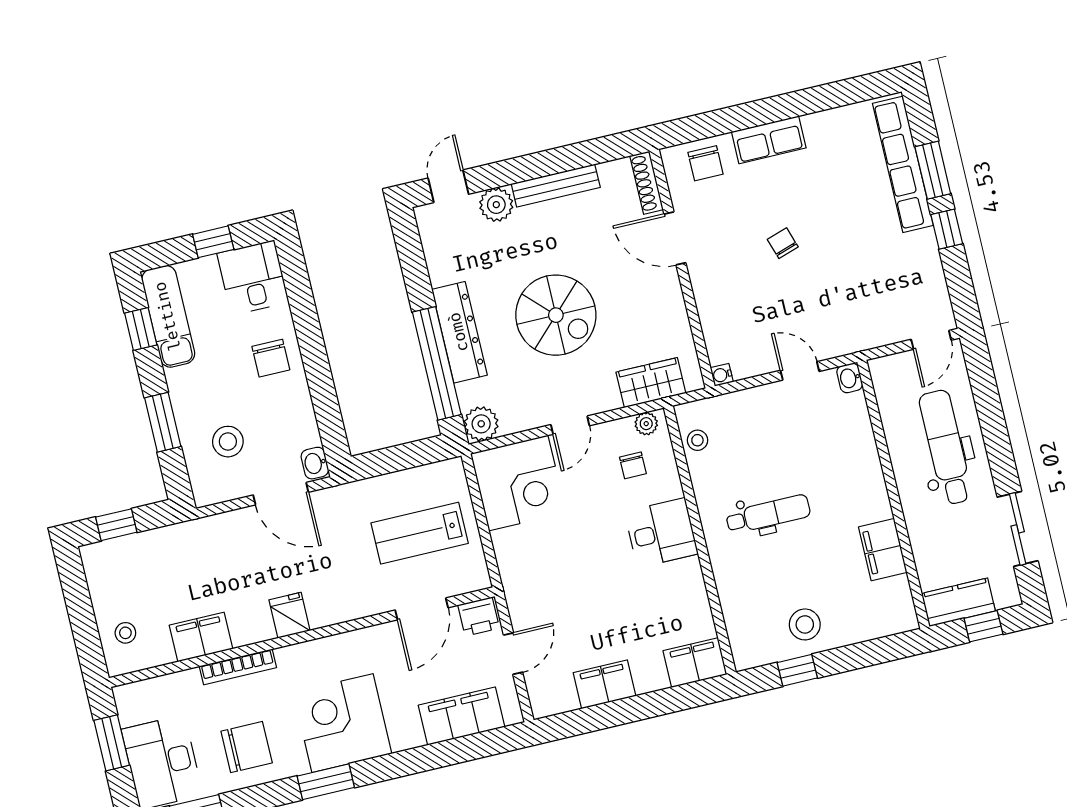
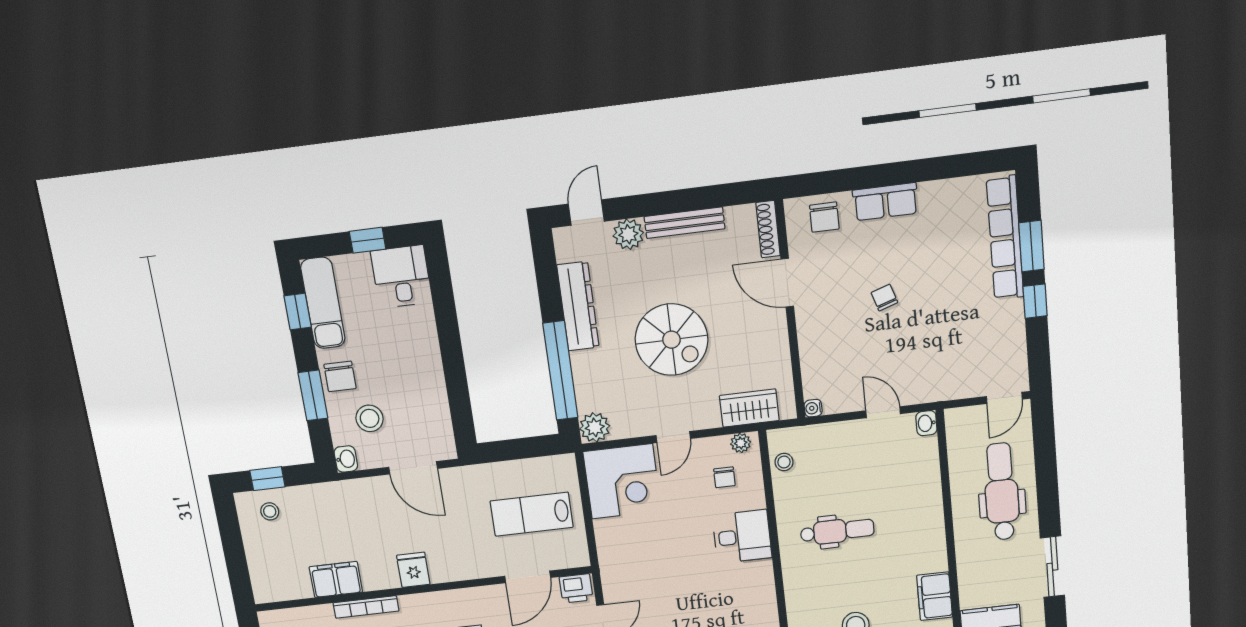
dresser: (459, 332) -> (578, 306), moved
chair: (271, 358) -> (340, 376), moved
washbasin: (315, 463) -> (346, 459), moved, turned 180
filing cabinet: (883, 550) -> (935, 596), moved
stool: (125, 633) -> (270, 511), moved

